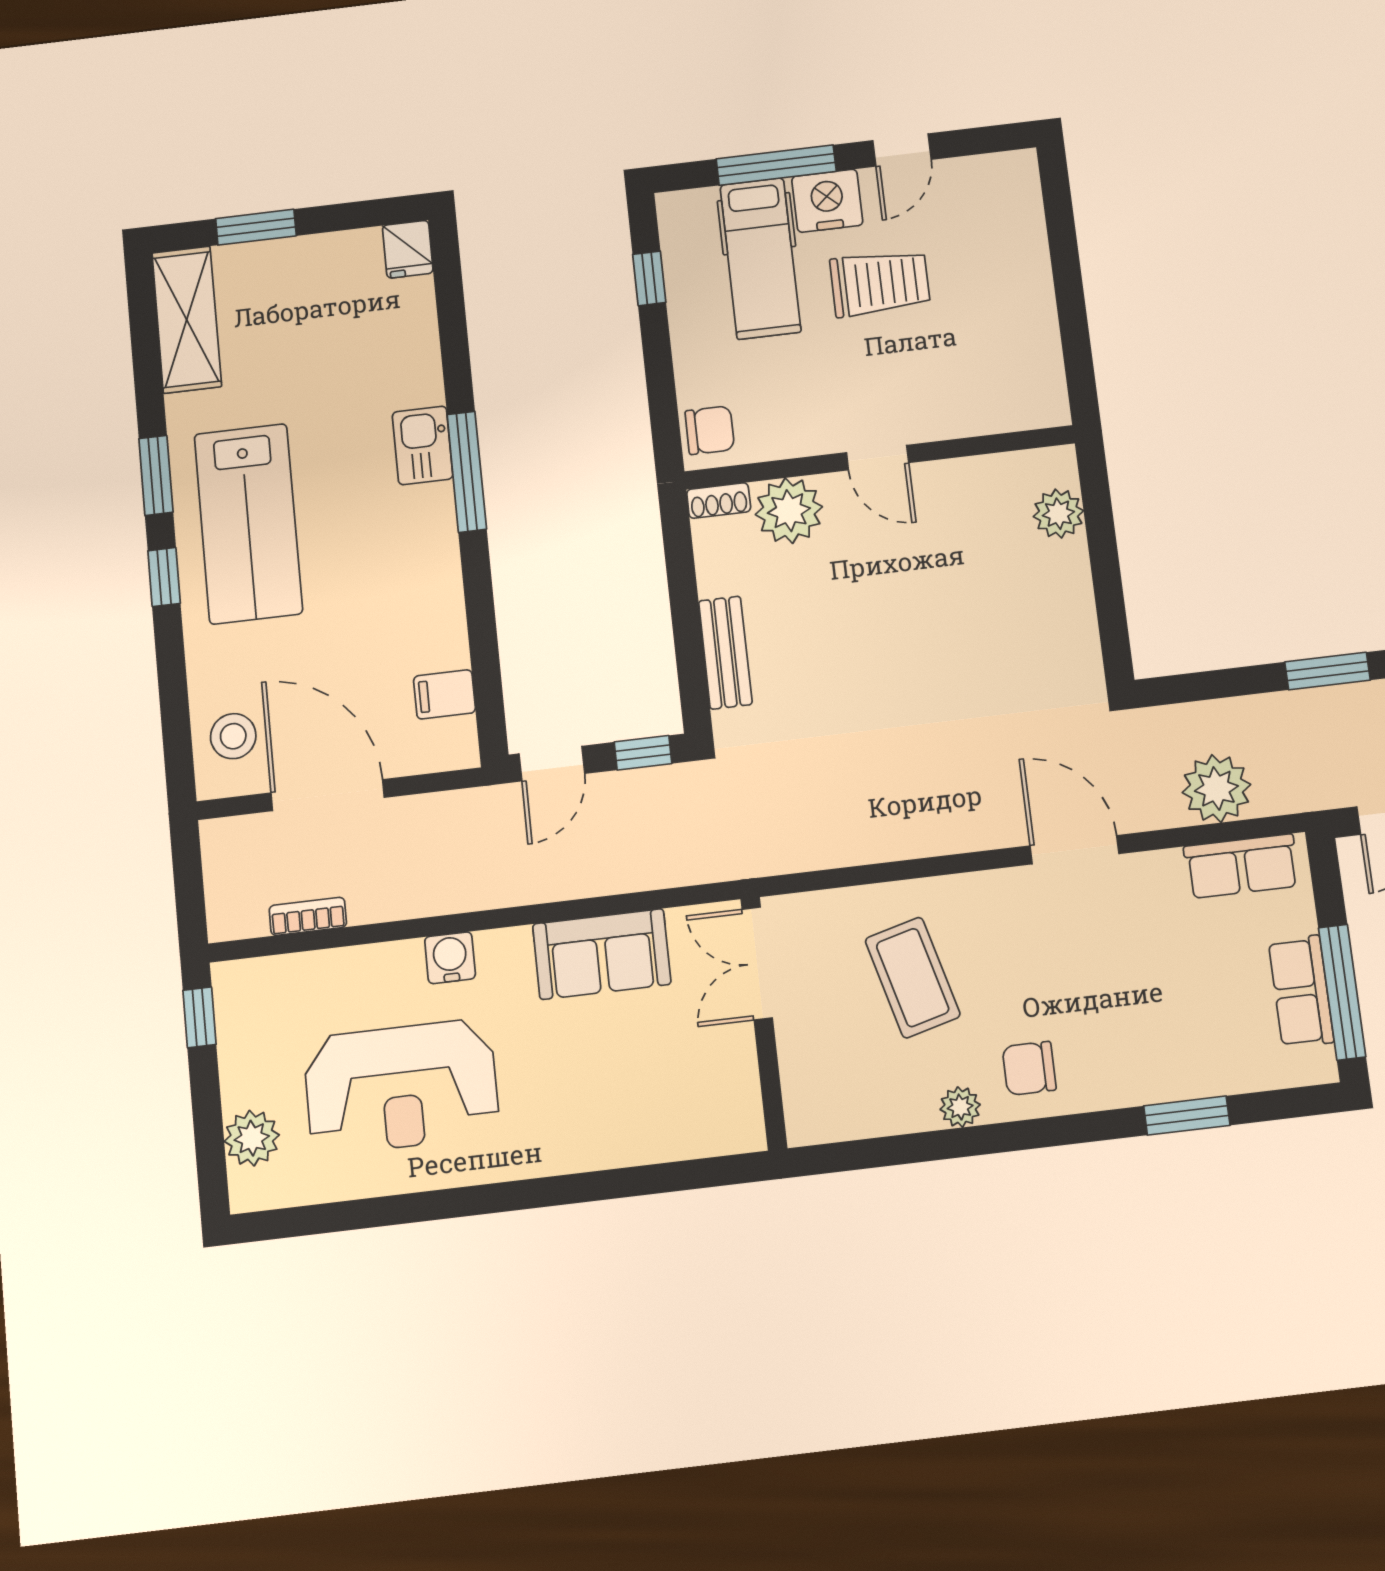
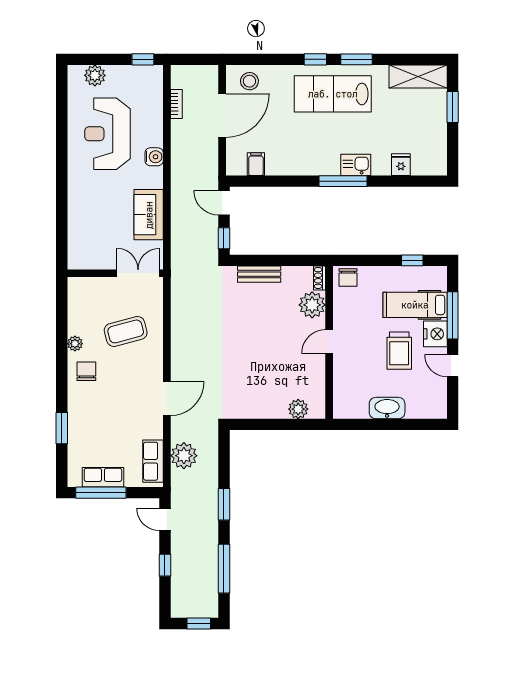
fridge: (408, 249) -> (401, 165), moved, turned 90
washbasin: (1028, 295) -> (387, 408), added

